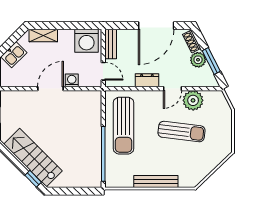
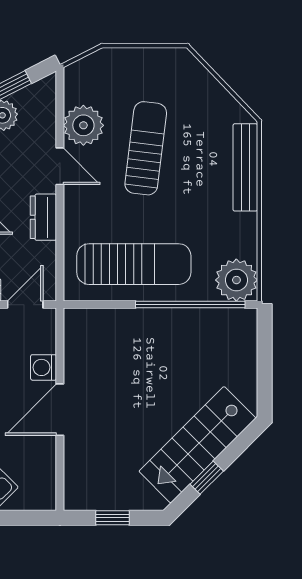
door: (51, 89) -> (60, 410), hinge flipped
plant: (116, 177) -> (236, 280), added
window: (33, 179) -> (207, 478), moved
bench: (156, 181) -> (245, 167), moved

